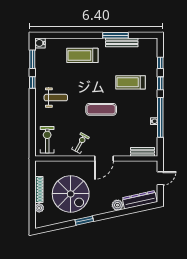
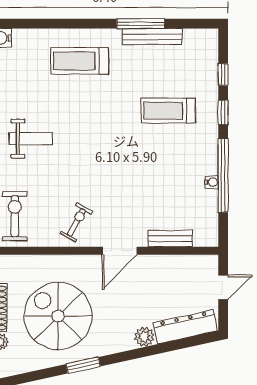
exercise mat: (101, 109) -> (114, 160), removed
bench: (143, 152) -> (170, 239), moved
spiral stairs: (71, 194) -> (58, 316), turned 180

